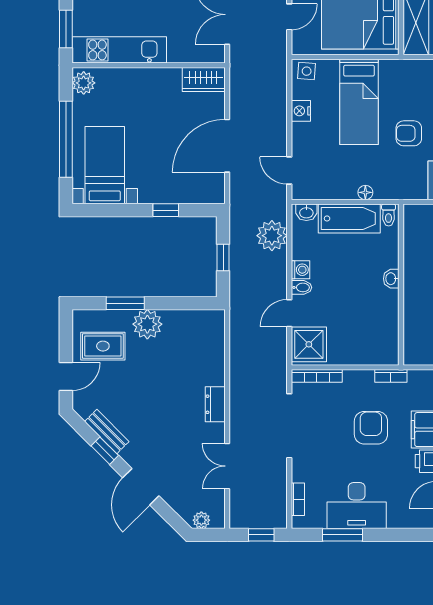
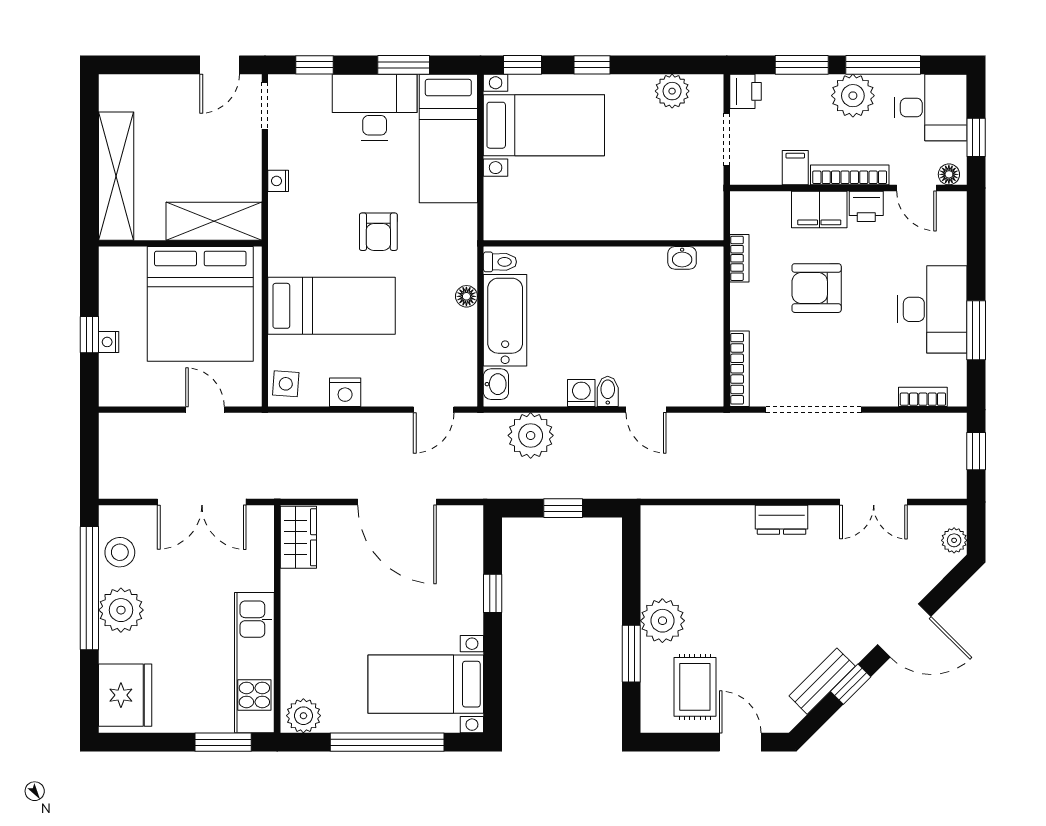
washbasin: (391, 279) -> (682, 258), moved
shower: (309, 344) -> (692, 380), removed

